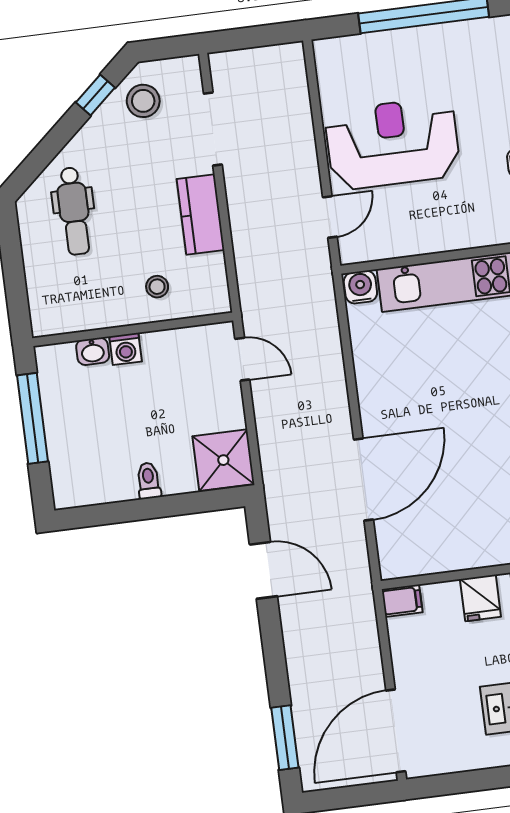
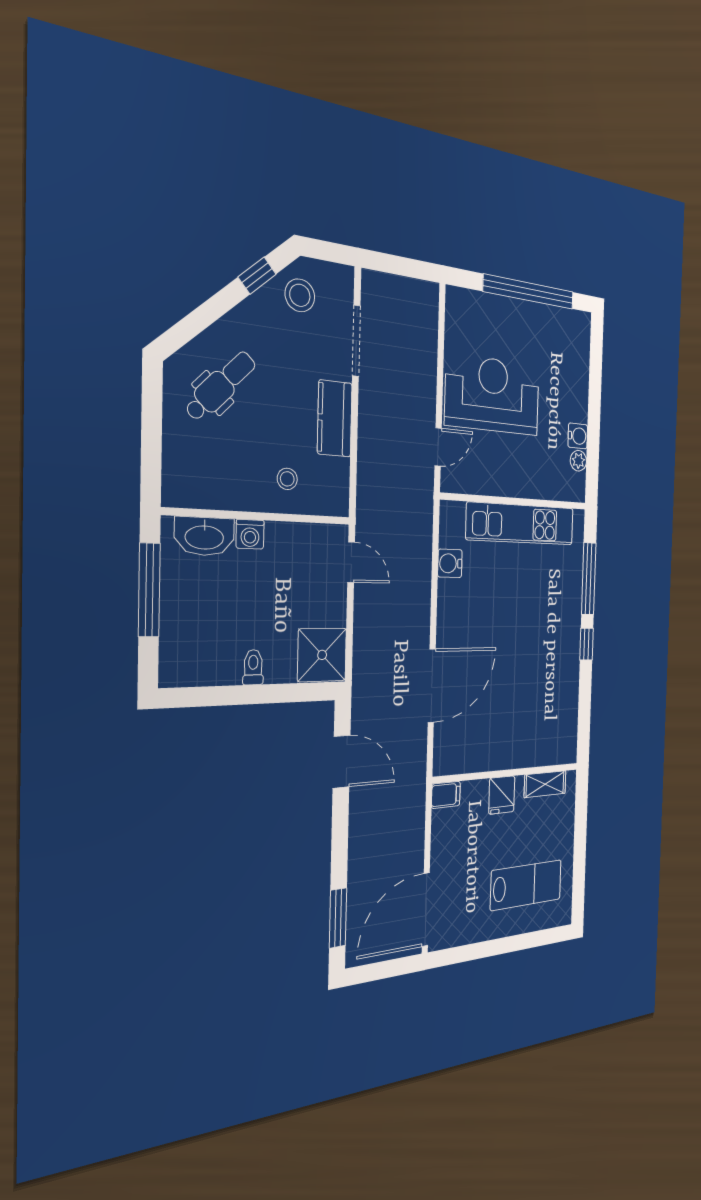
dental chair: (74, 211) -> (221, 386), turned -136
water cooler: (360, 287) -> (450, 563), moved, turned -90
washbasin: (93, 351) -> (204, 536), width x1.91, depth x1.45

